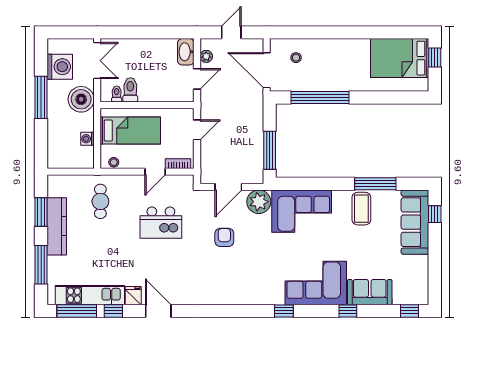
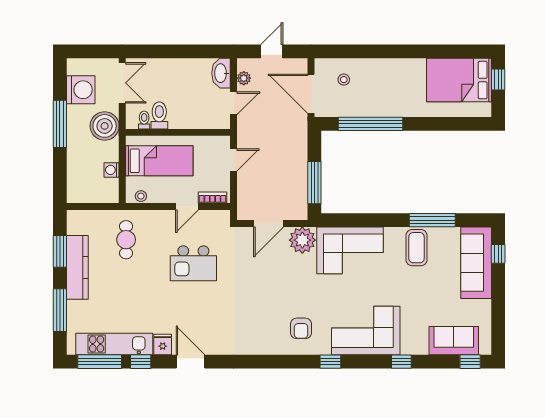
armchair: (224, 237) -> (301, 328), moved, turned 180
sofa: (370, 292) -> (454, 341), moved

